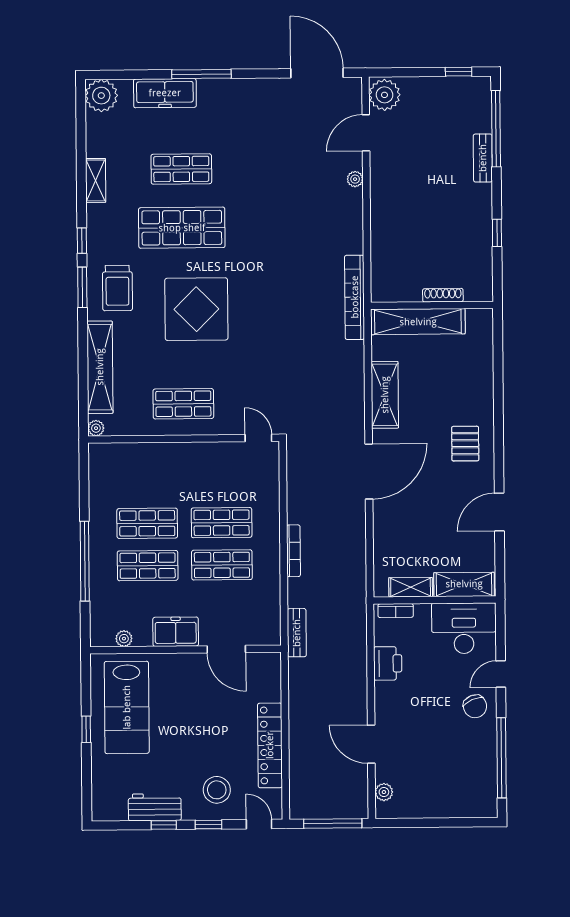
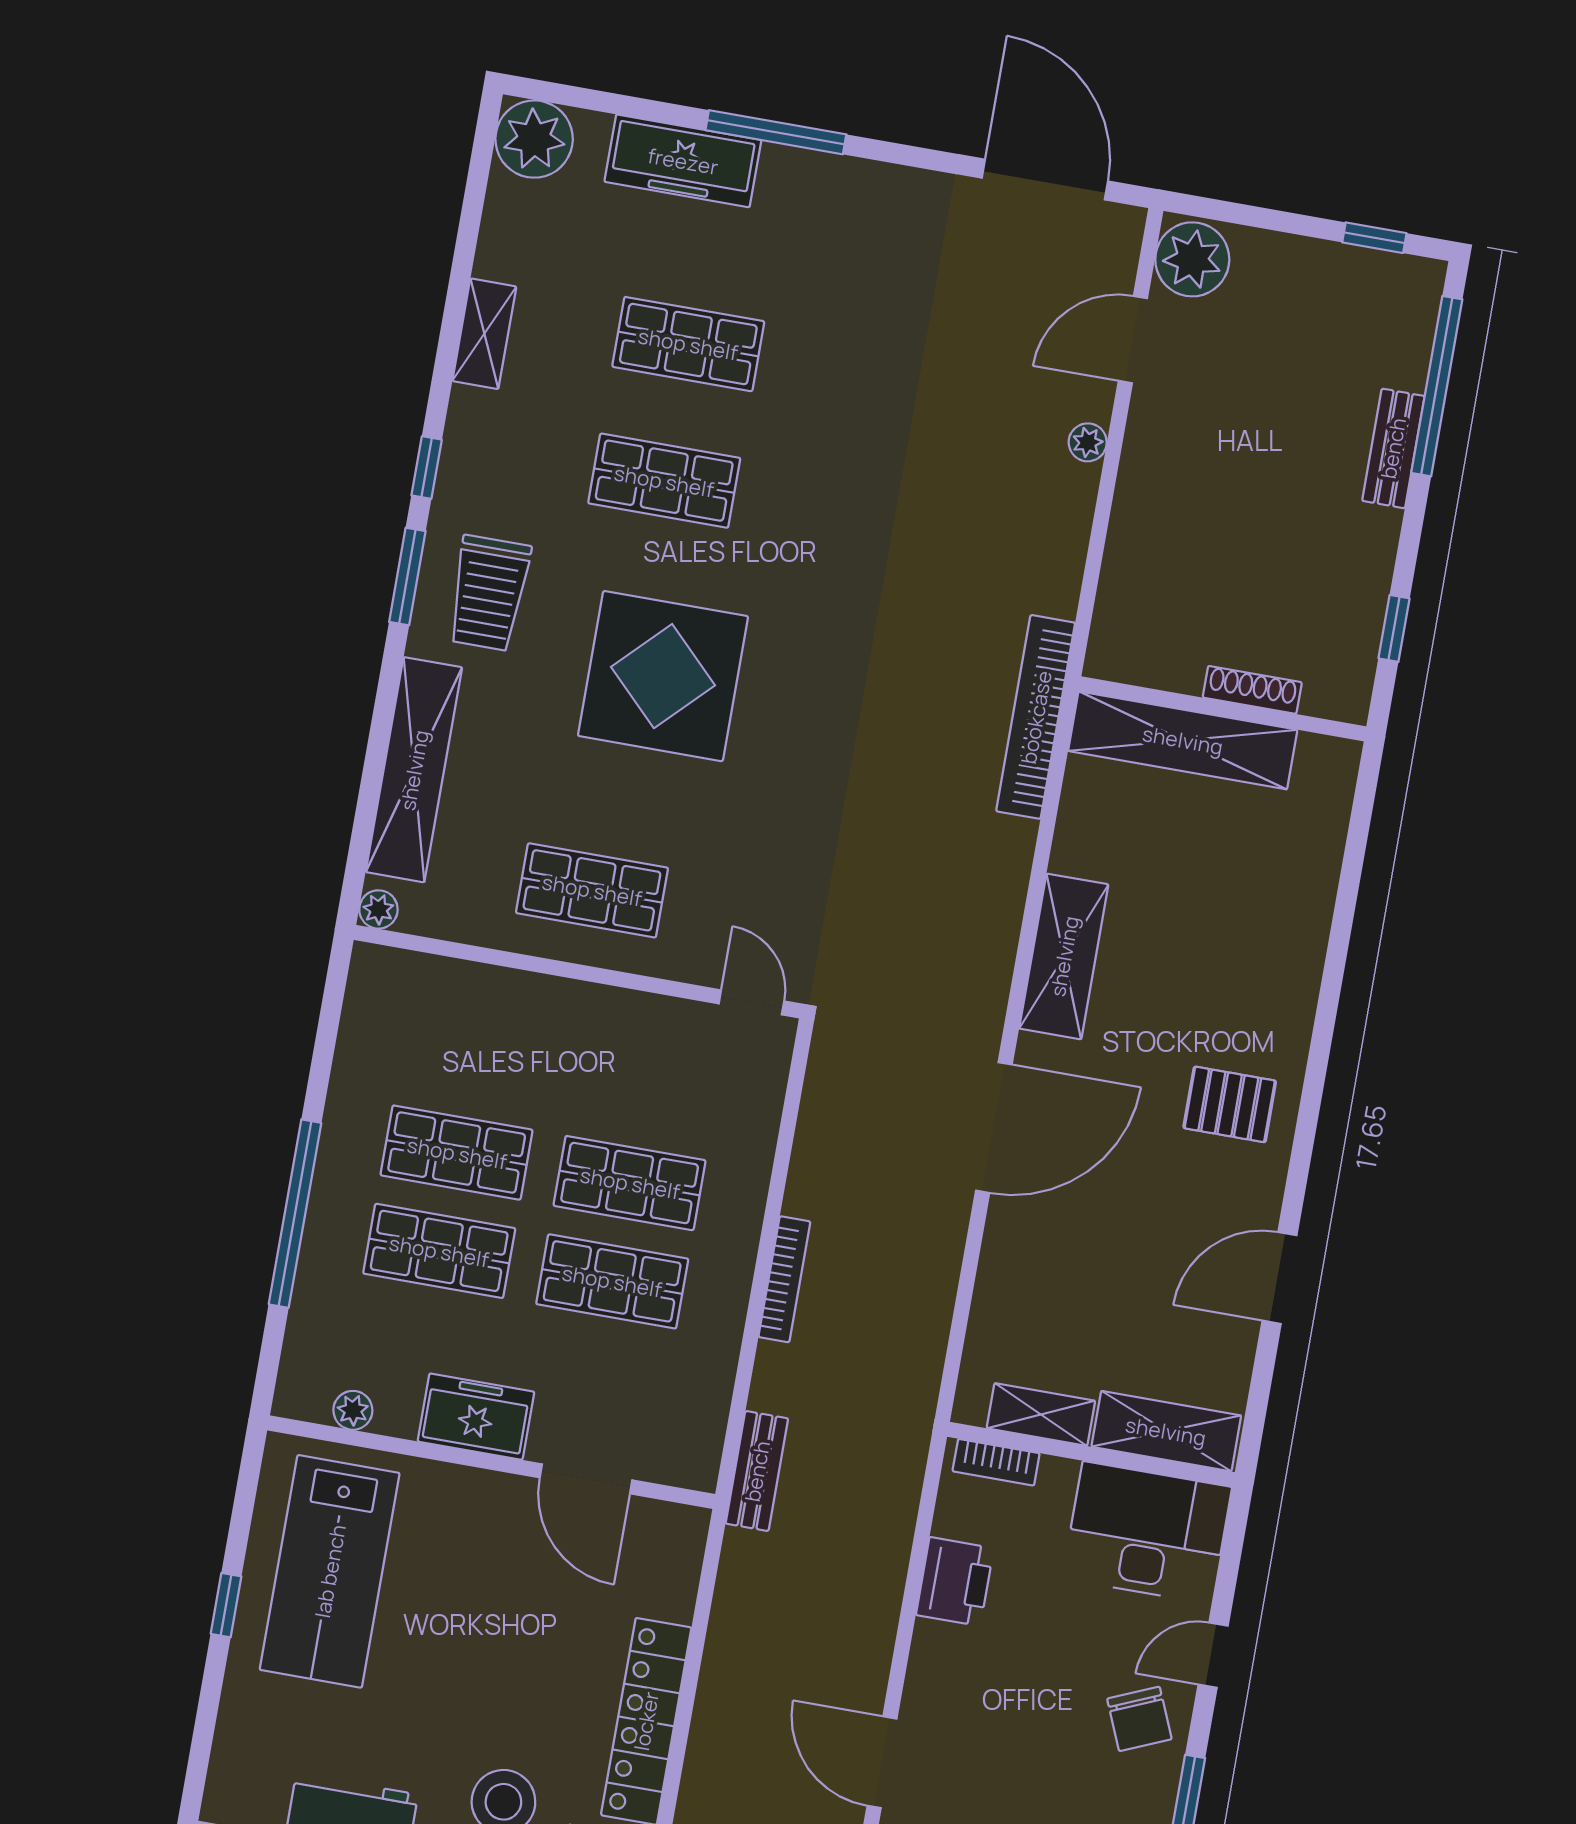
shop shelf: (182, 228) -> (664, 481), width x0.70, depth x0.74
shoe rack: (443, 295) -> (1252, 690), moved
wall: (432, 305) -> (1223, 709), moved
shelving: (418, 322) -> (1183, 740), moved
pallet: (465, 444) -> (1230, 1104), turned 90

